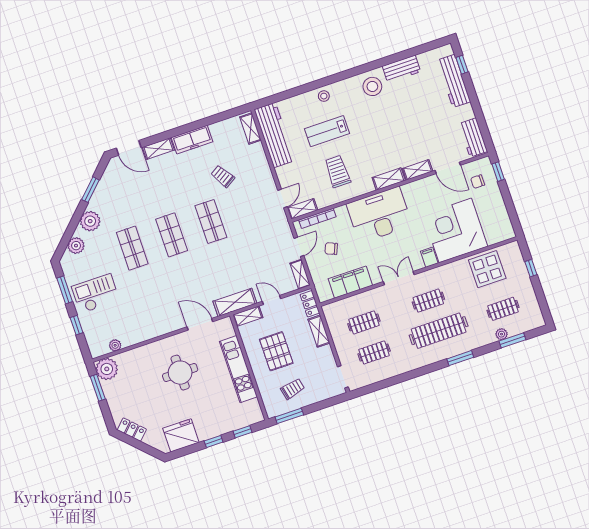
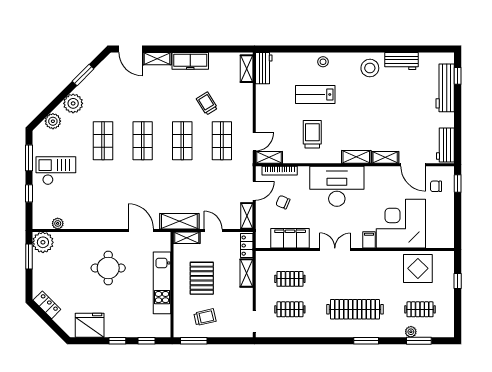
workbench: (275, 135) -> (264, 68), width x0.53, depth x0.76
shop shelf: (250, 208) -> (222, 141), added
clothes rail: (428, 301) -> (355, 279), removed

